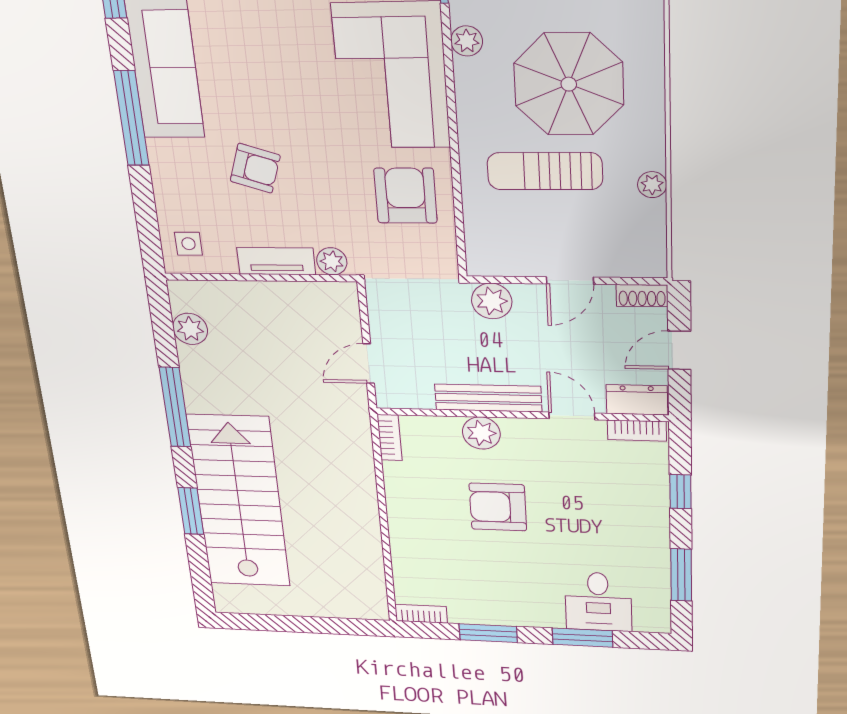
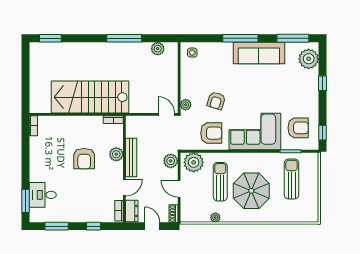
plant: (467, 41) -> (194, 162), moved, width x1.87, depth x1.87
armchair: (255, 168) -> (216, 101), moved
tv unit: (276, 261) -> (186, 84), removed
door: (369, 364) -> (166, 114), moved
stairs: (239, 502) -> (90, 97), moved, turned 180
armchair: (498, 507) -> (84, 159), turned 180
window: (191, 511) -> (50, 38), moved
window: (488, 633) -> (25, 152), removed
window: (582, 638) -> (25, 201), moved

